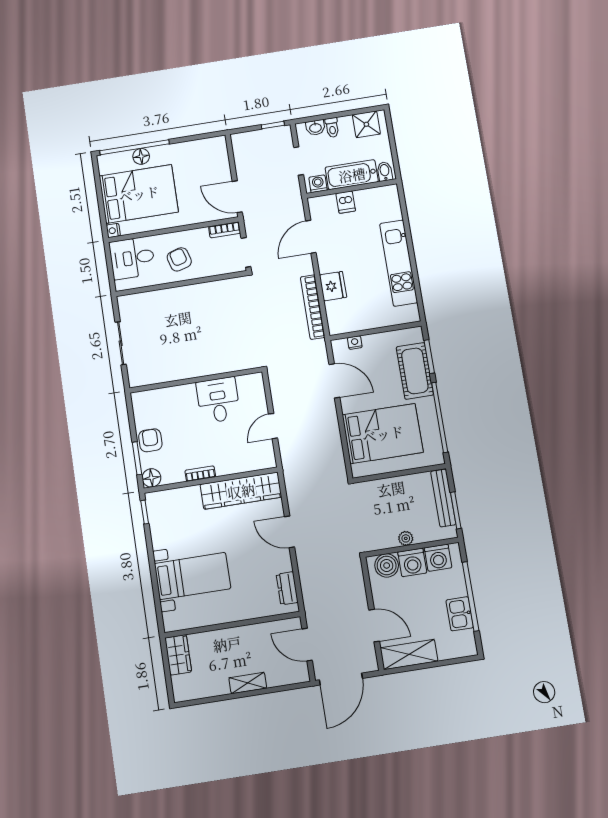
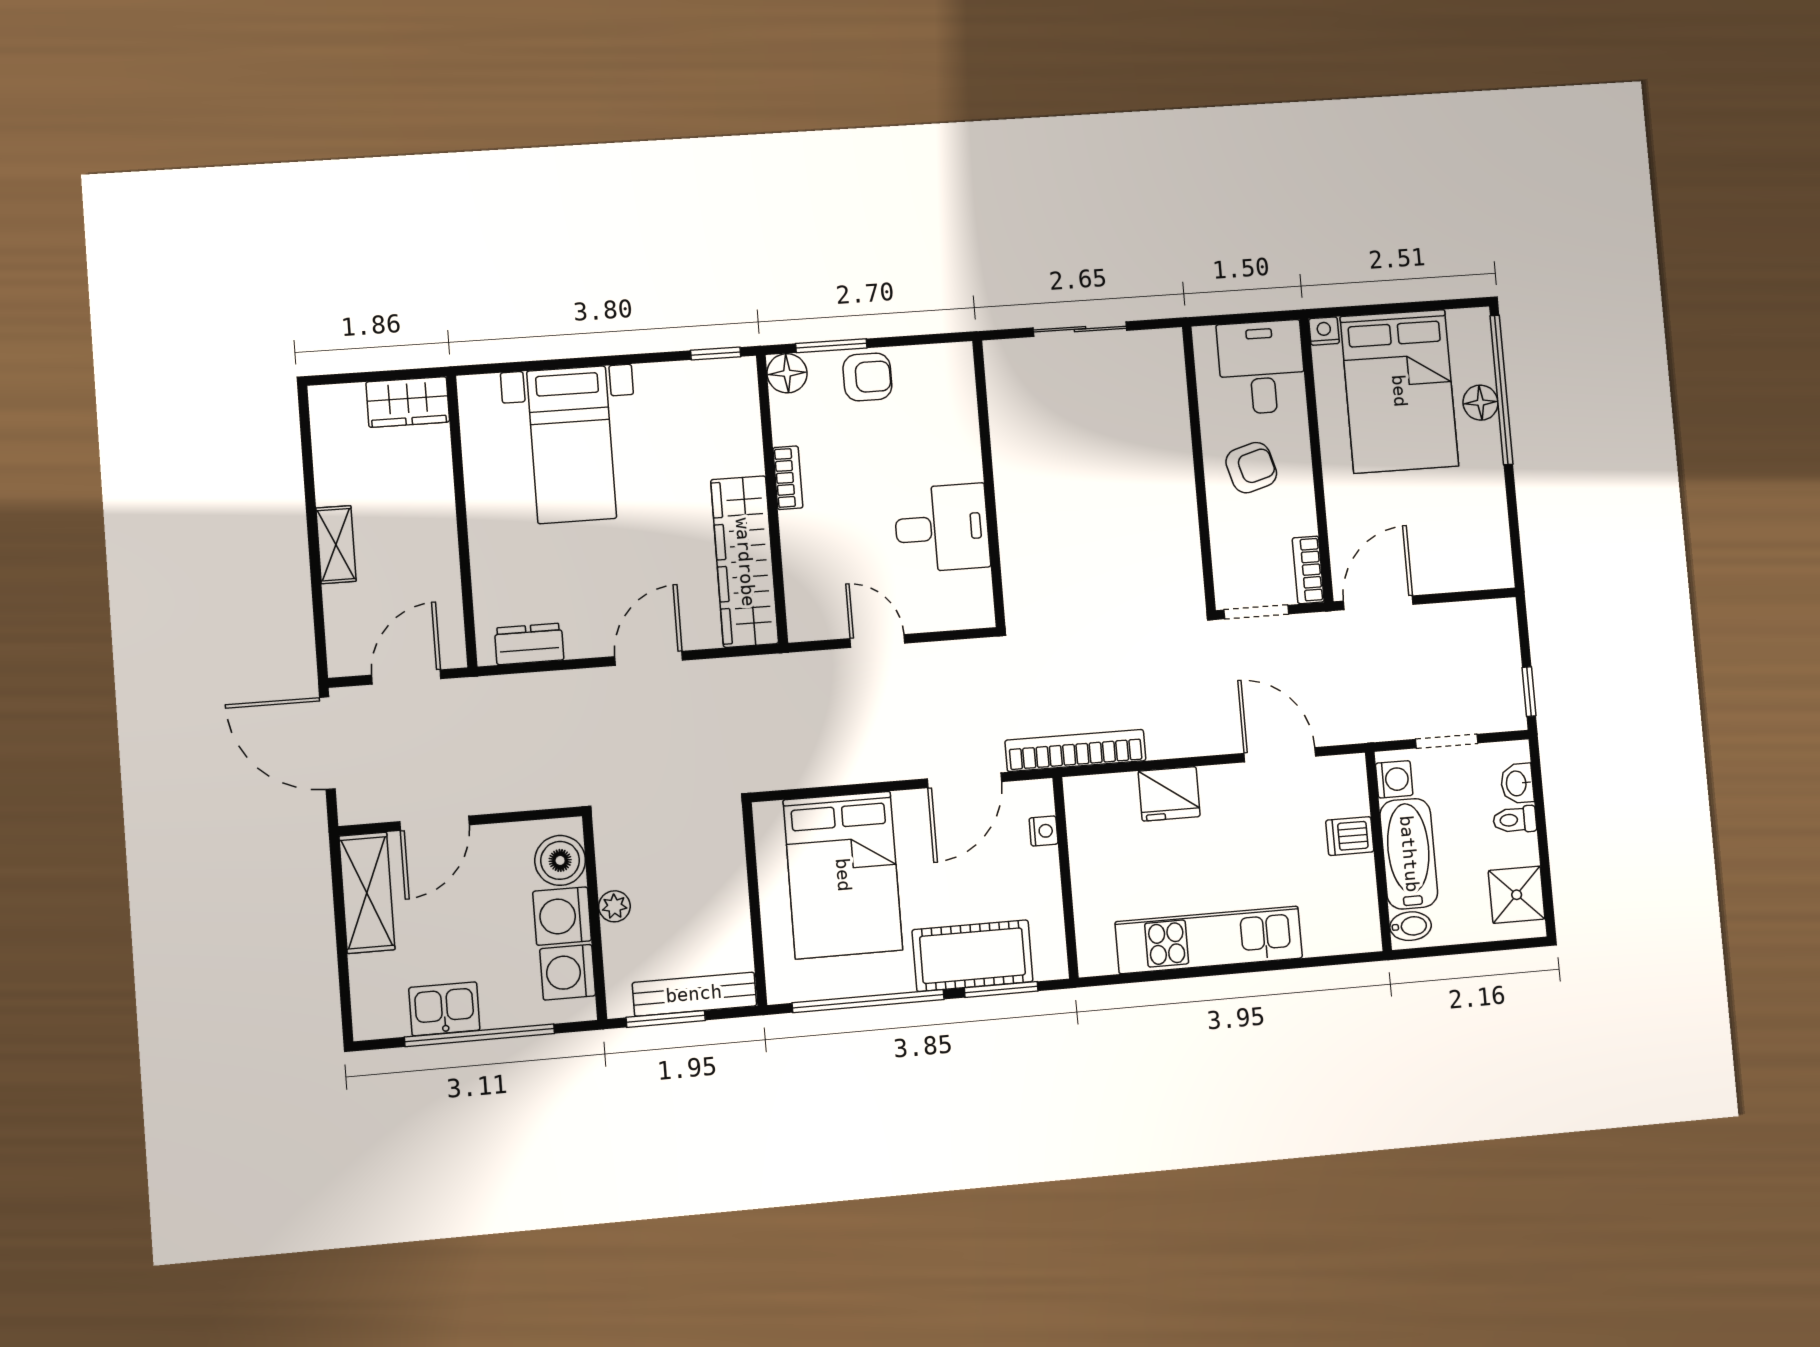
bookcase: (313, 307) -> (1075, 750), moved

